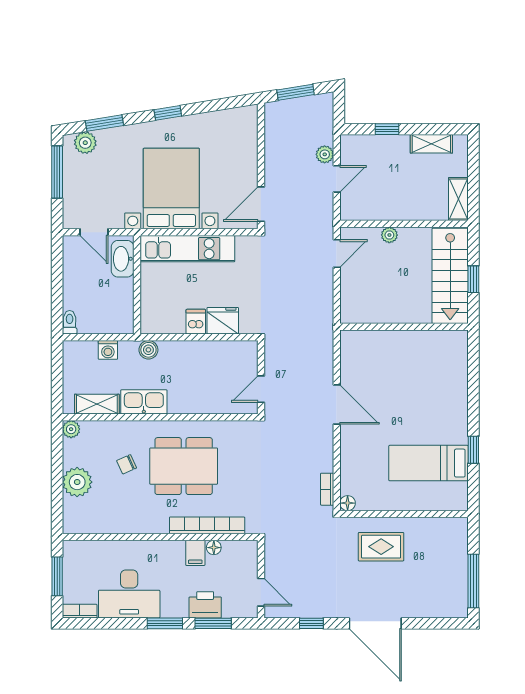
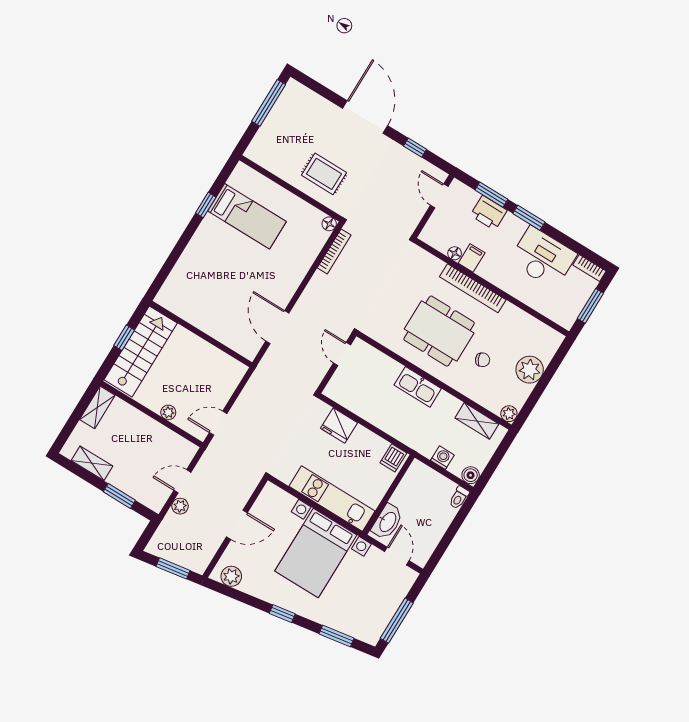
window: (387, 129) -> (119, 496), width x1.50
plant: (85, 143) -> (231, 576), moved
door: (261, 204) -> (237, 525), moved
dishwasher: (196, 322) -> (393, 458), moved
boiler: (148, 350) -> (471, 475), moved
door: (261, 389) -> (342, 354), swing flipped
kitchen sink: (144, 402) -> (418, 387), moved
door: (337, 405) -> (277, 327), moved
bookcase: (327, 489) -> (334, 251), width x1.56
bookcase: (207, 525) -> (473, 288), moved

